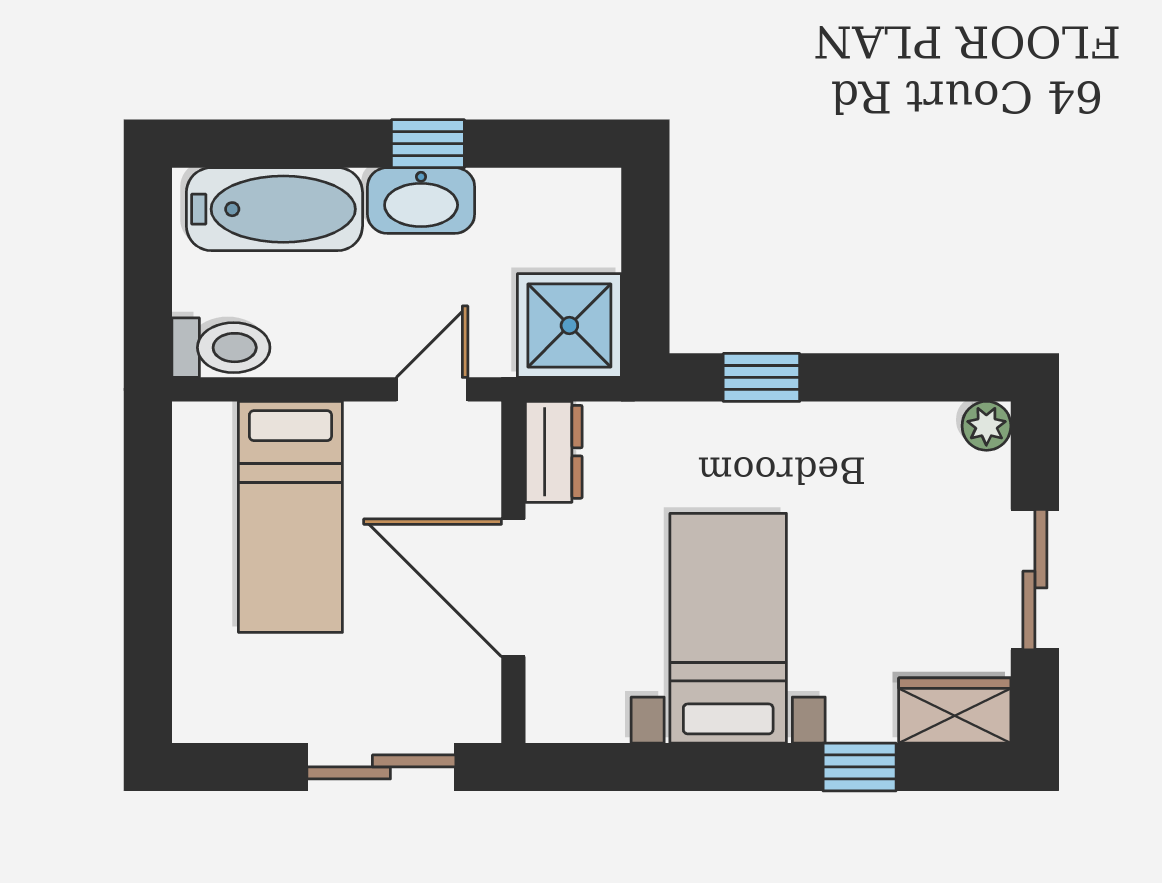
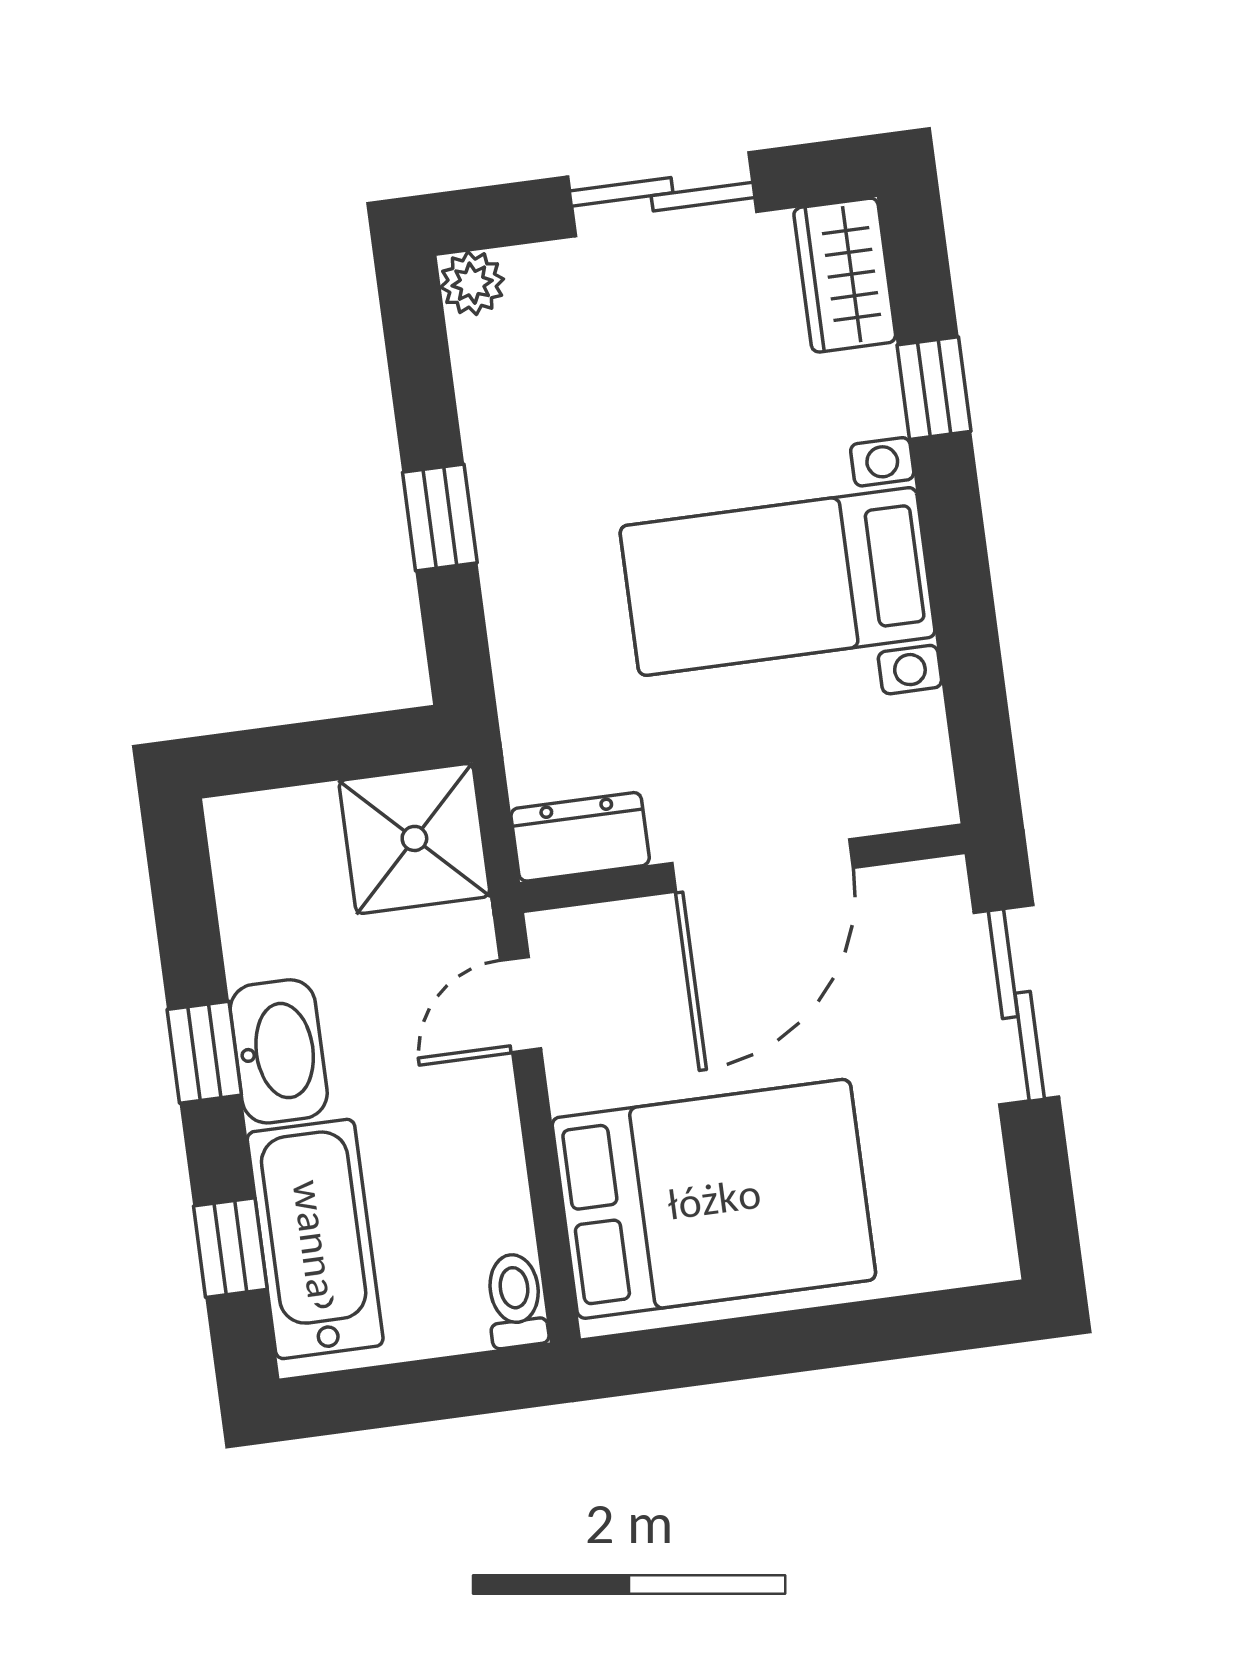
window: (276, 144) -> (230, 1248), added
toilet: (221, 348) -> (516, 1300), width x0.73, depth x0.72
window: (761, 377) -> (440, 518), moved
door: (432, 389) -> (521, 1005), hinge flipped
bed: (290, 517) -> (714, 1199), width x1.50

